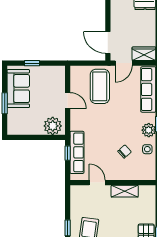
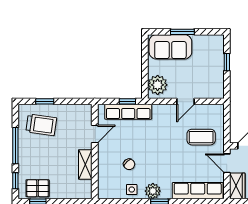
coffee table: (100, 86) -> (201, 137), width x0.73, depth x0.76
sofa: (18, 89) -> (170, 47), moved

